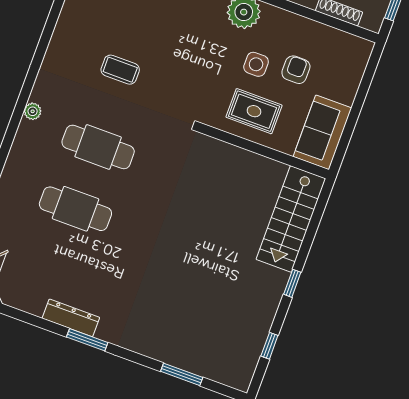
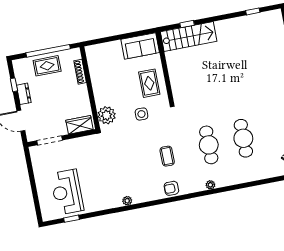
side table: (256, 64) -> (141, 114), moved
armchair: (296, 70) -> (171, 188), moved
window: (292, 283) -> (187, 24), moved

